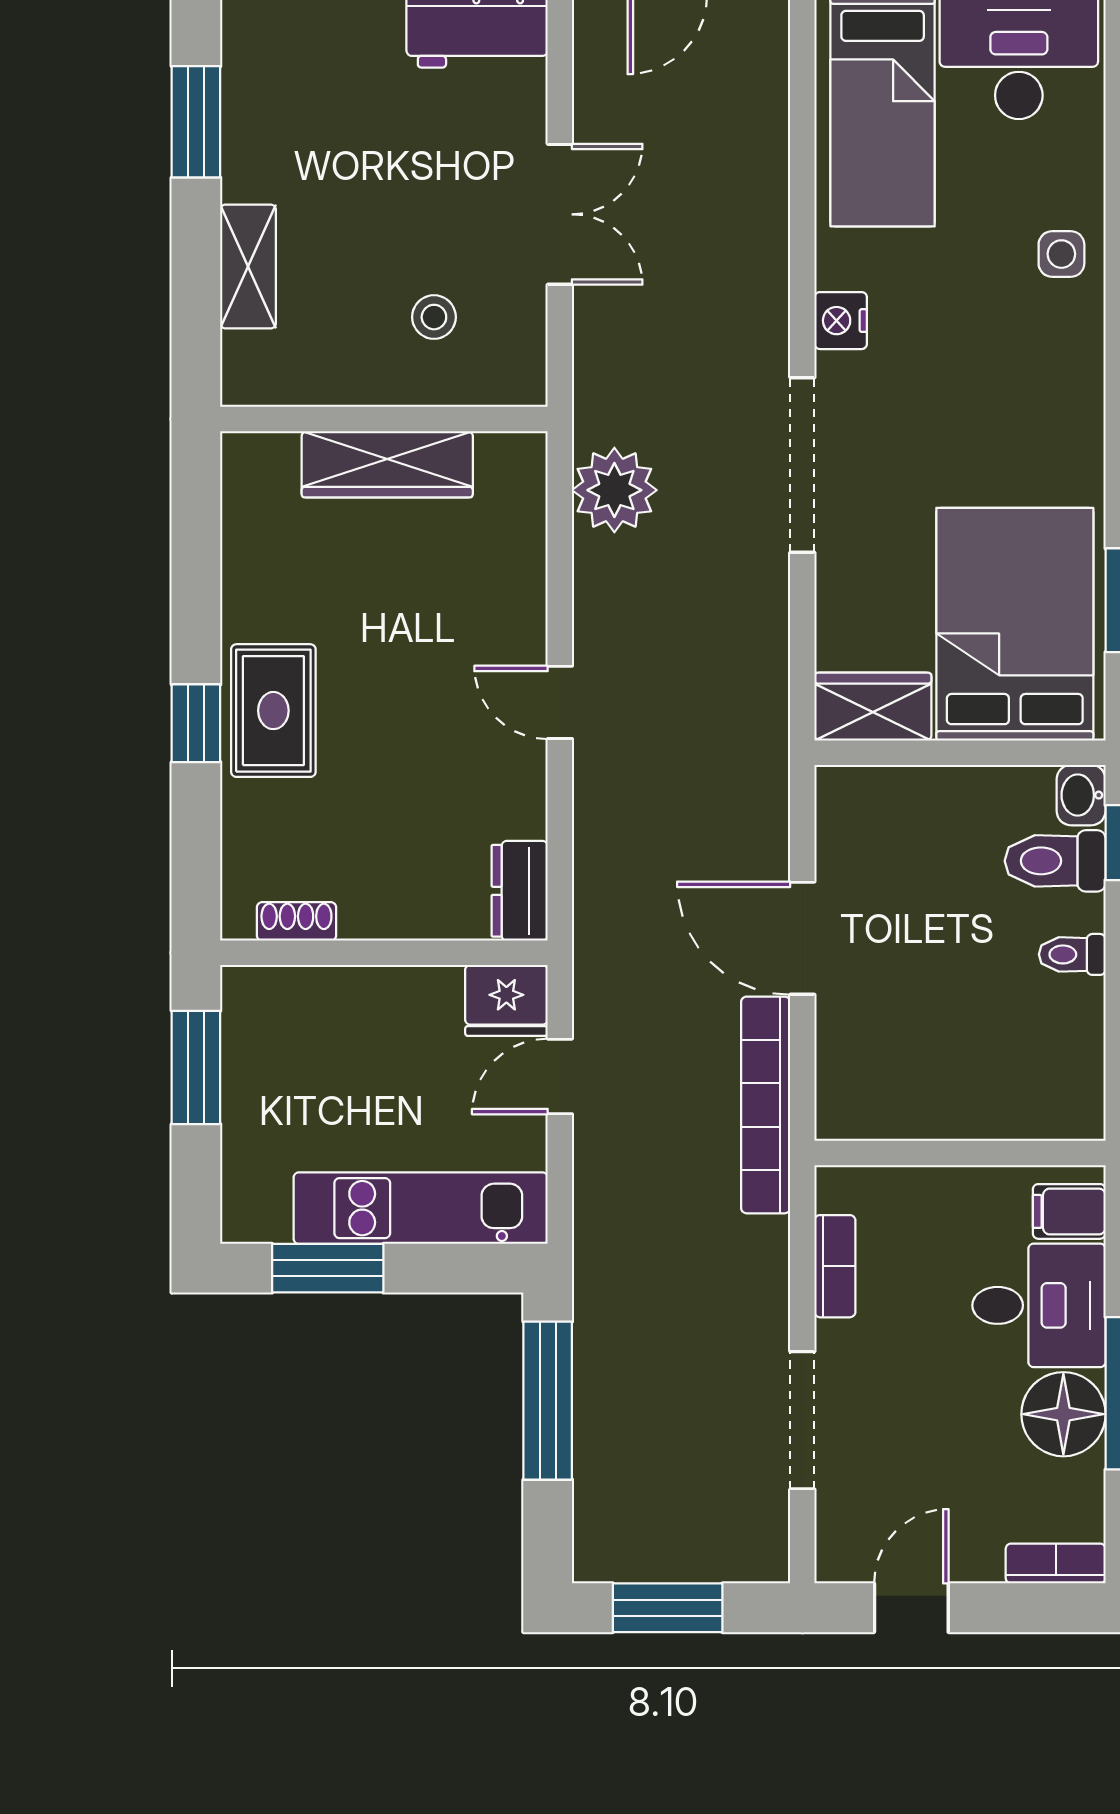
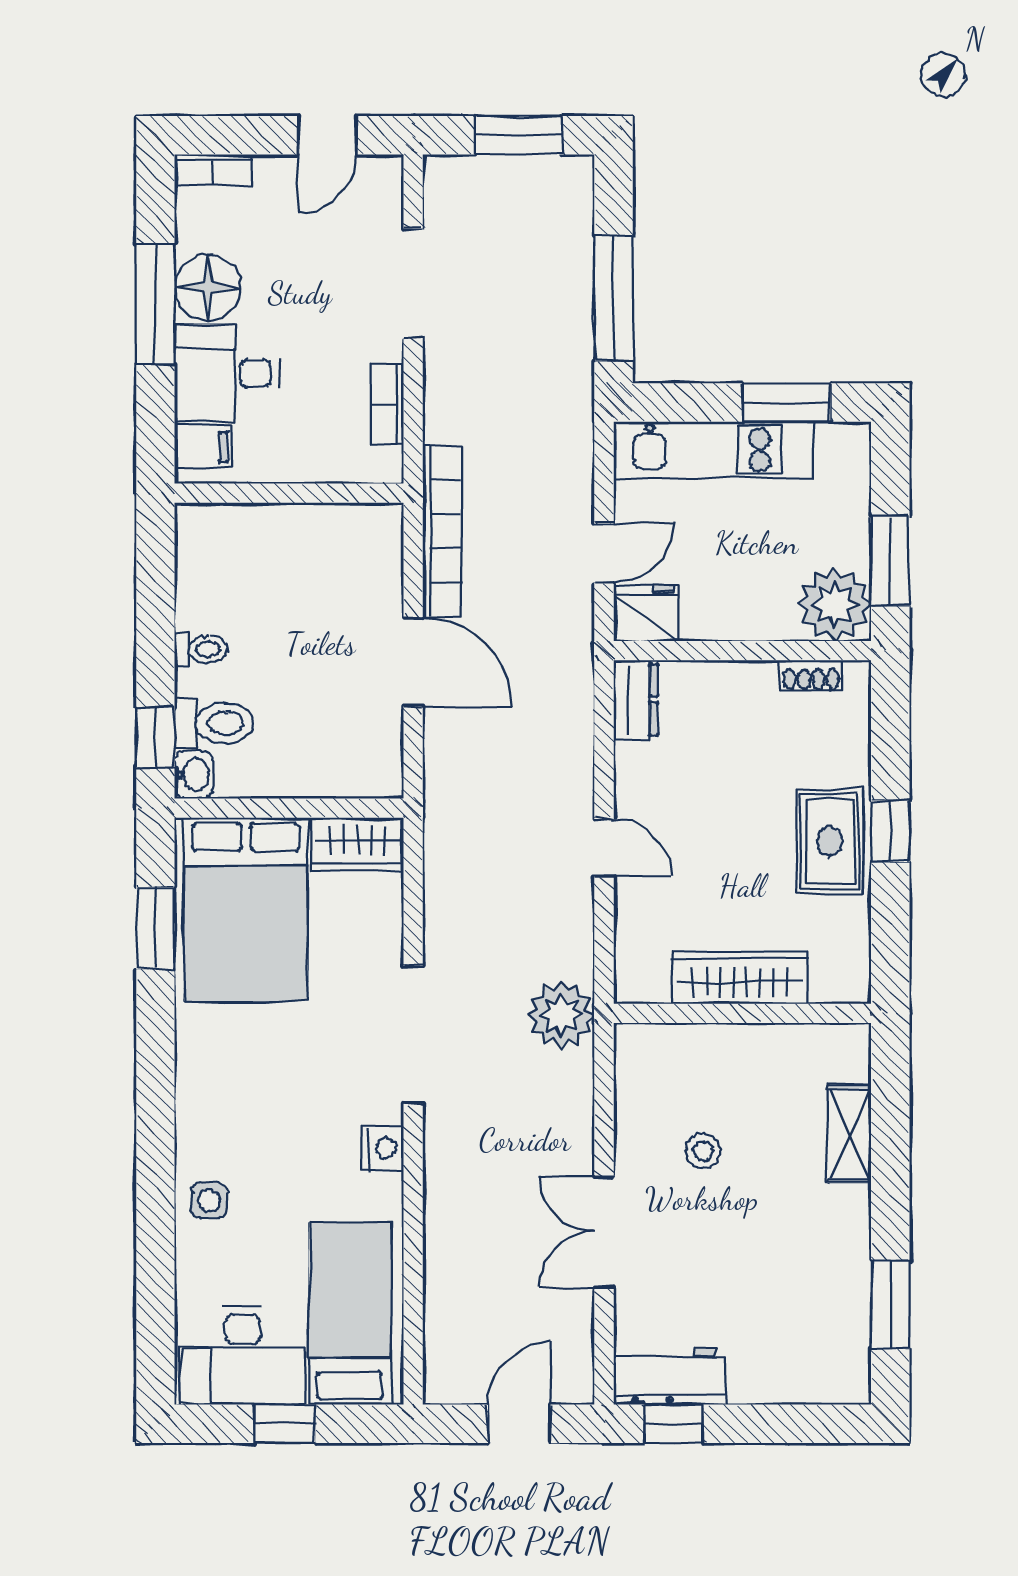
shelving: (248, 267) -> (849, 1134), moved
wall: (384, 419) -> (742, 1013), moved
wardrobe: (387, 464) -> (740, 978), moved
plant: (267, 1012) -> (834, 604), added

